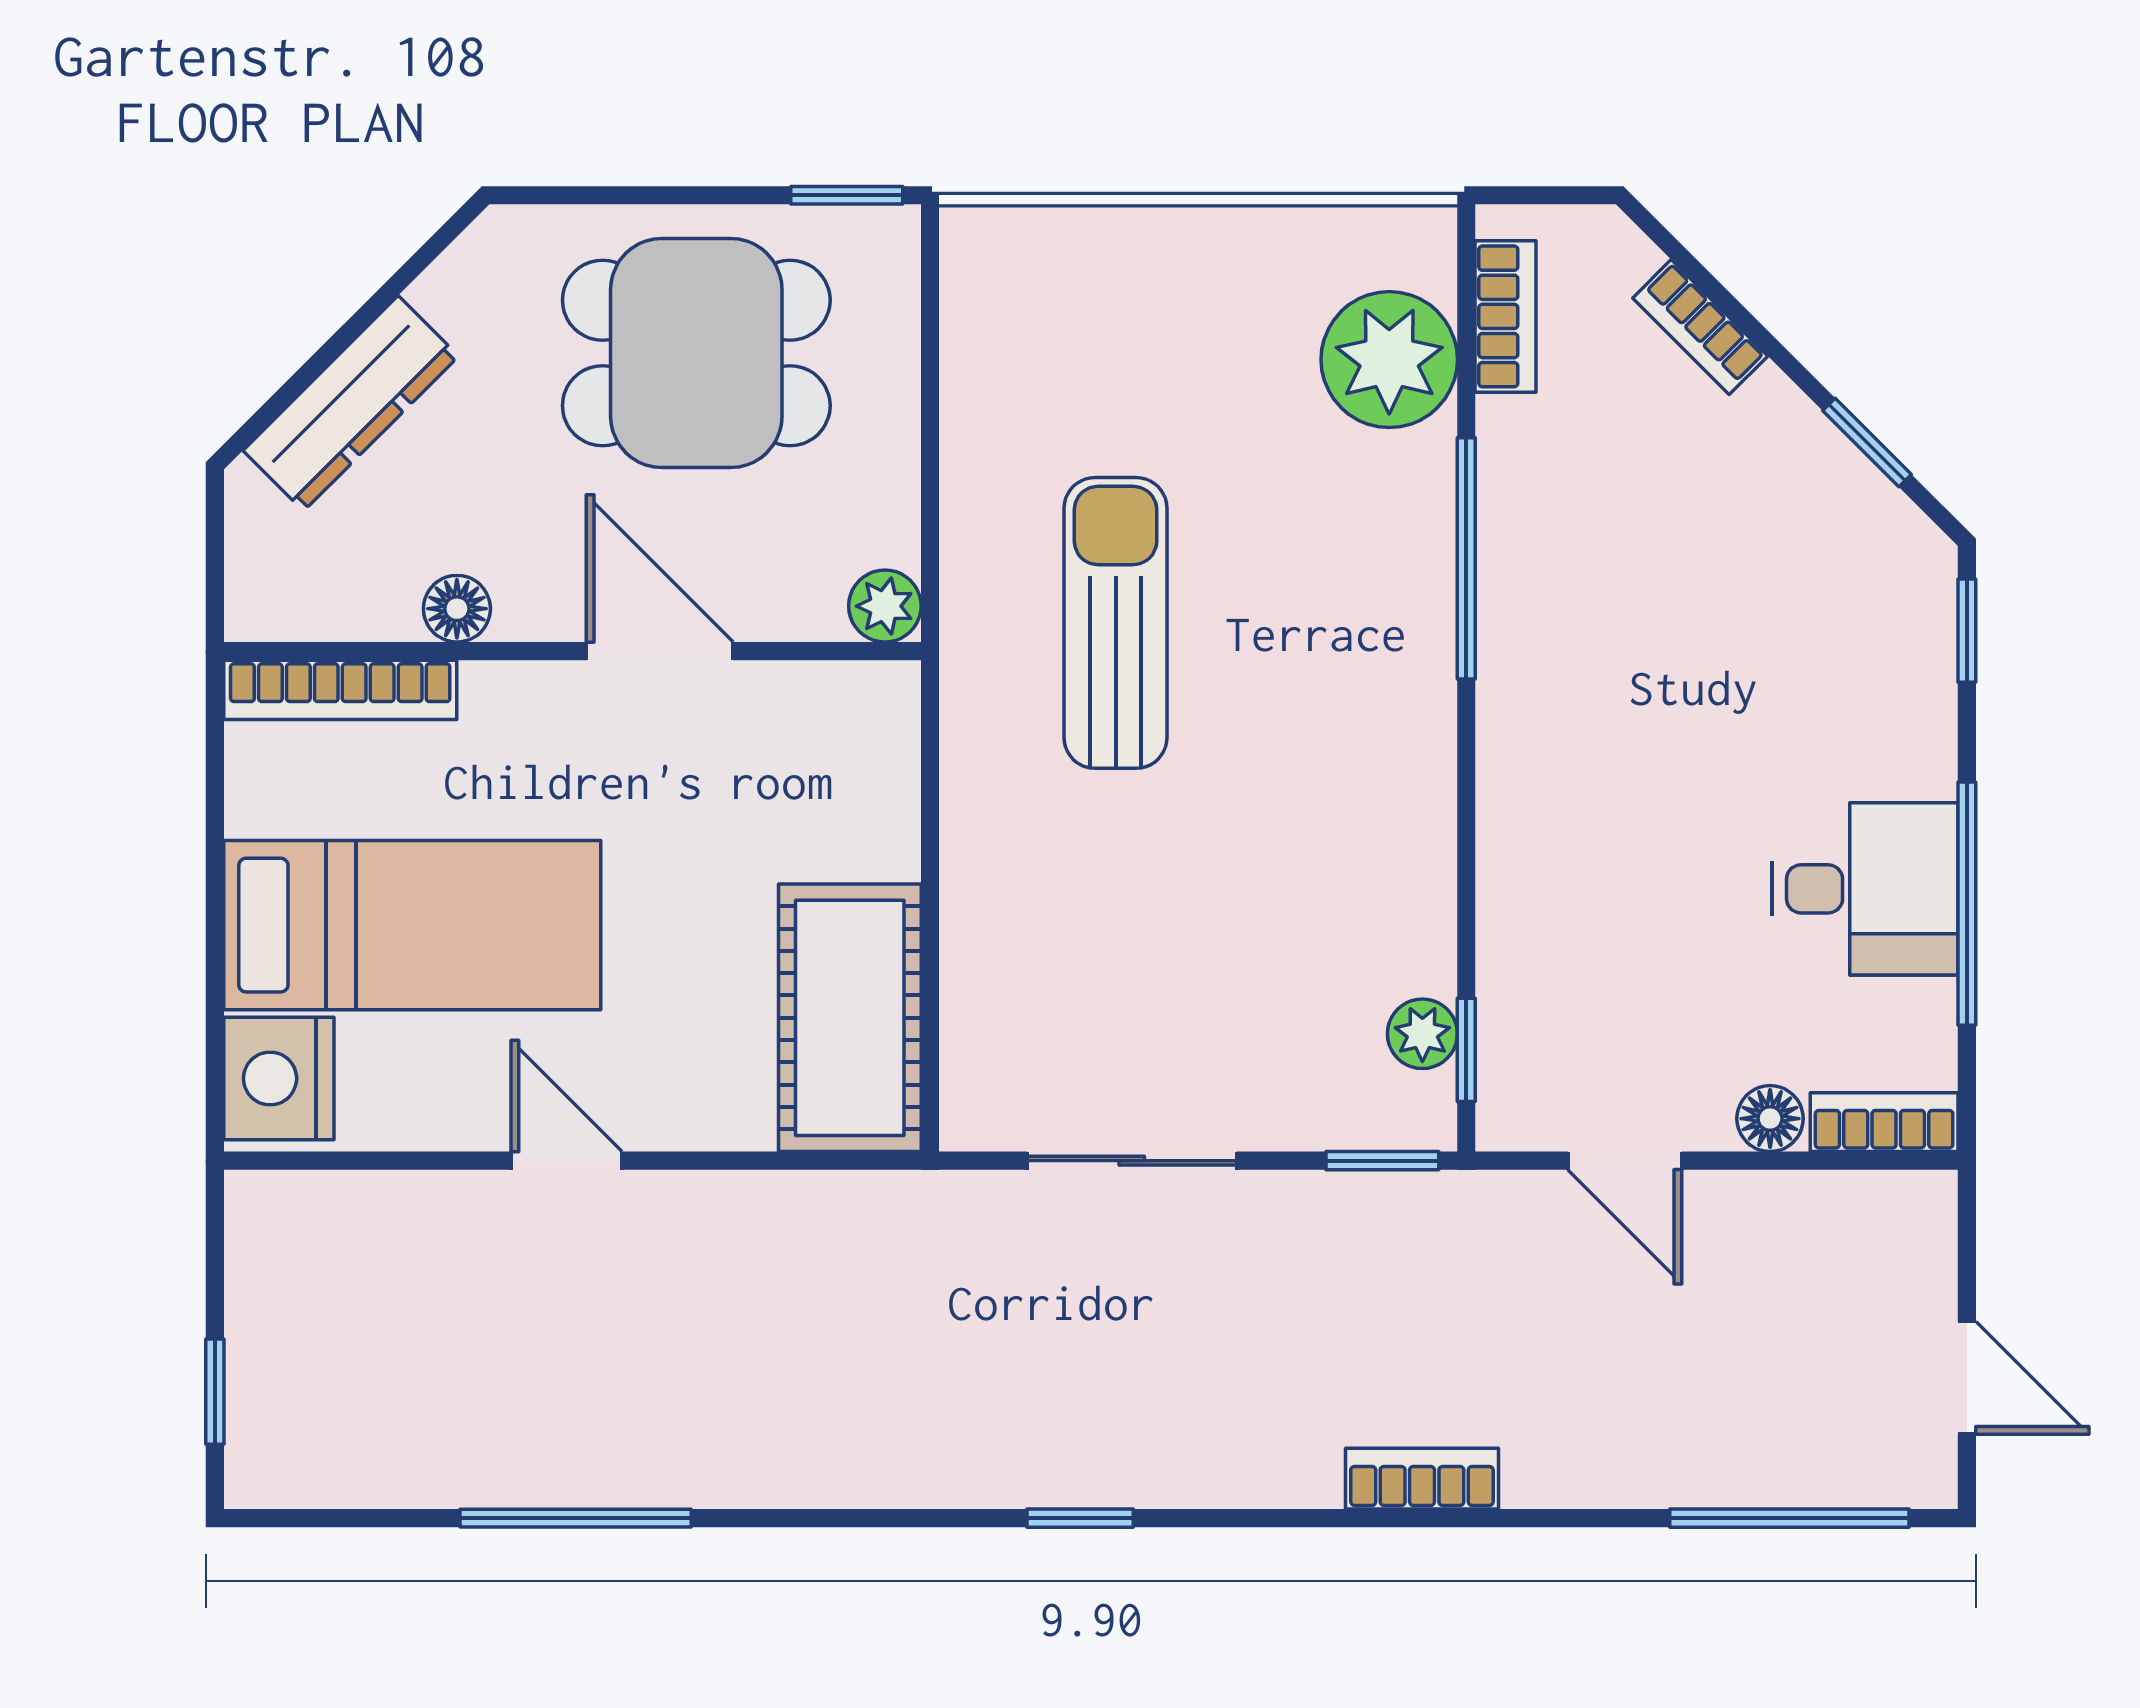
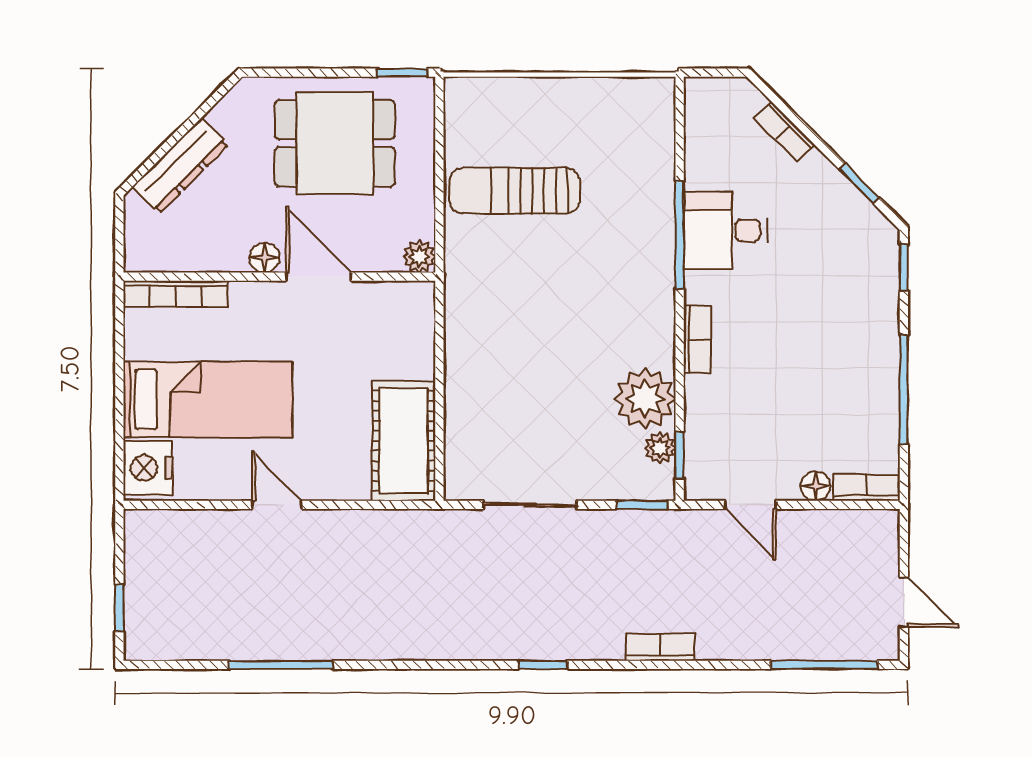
bookcase: (1506, 316) -> (697, 339), moved
plant: (1389, 360) -> (645, 399), moved
floor lamp: (457, 609) -> (264, 258), moved
sun lounger: (1116, 623) -> (515, 191), moved, turned -90
desk: (1865, 889) -> (725, 230), moved, turned 180
window: (1080, 1518) -> (543, 665), moved

